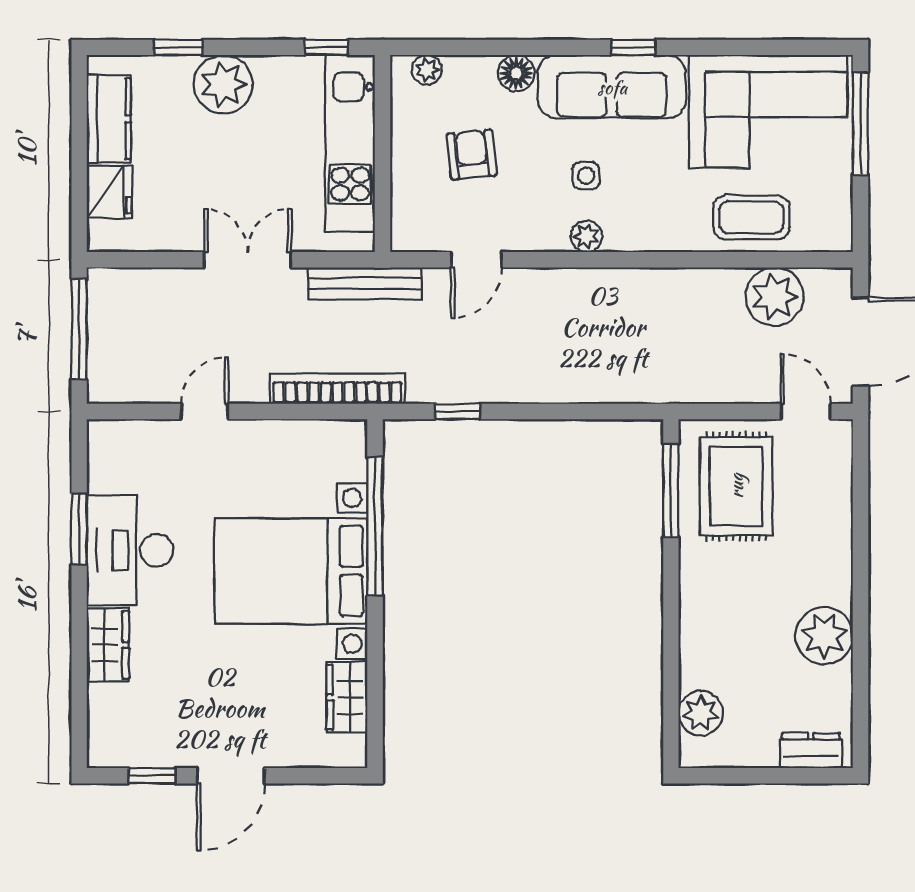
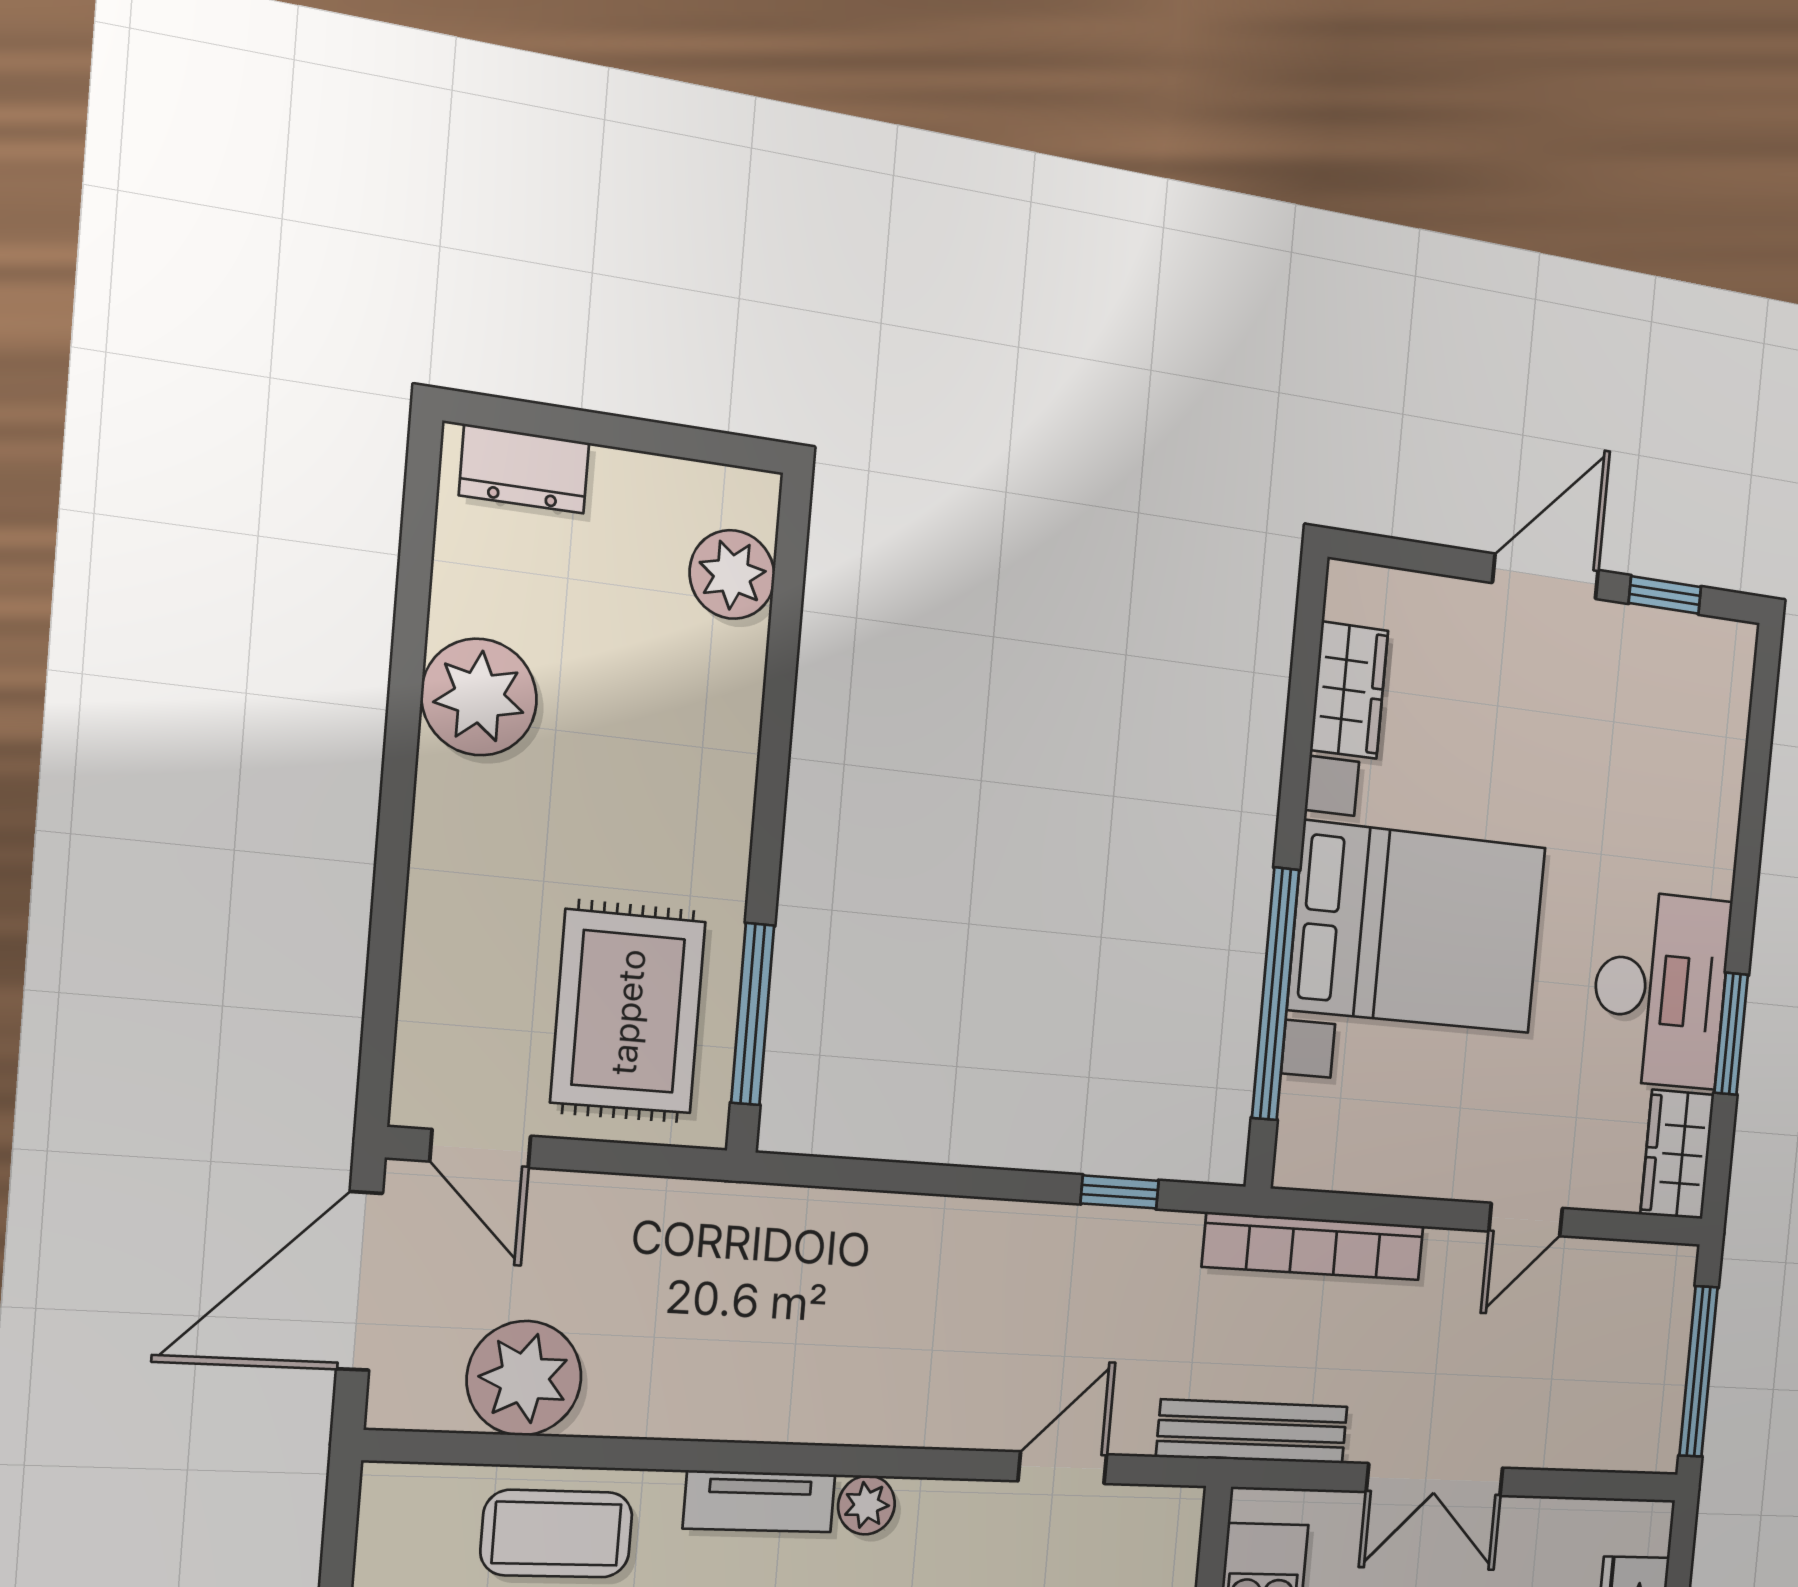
tv unit: (645, 237) -> (759, 1501), added
wardrobe: (108, 645) -> (1677, 1154), moved

